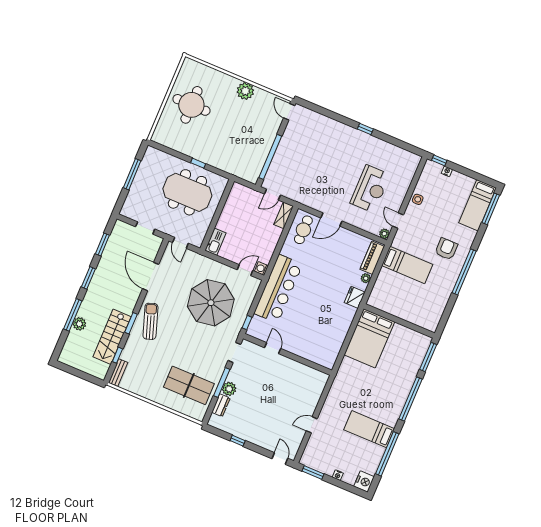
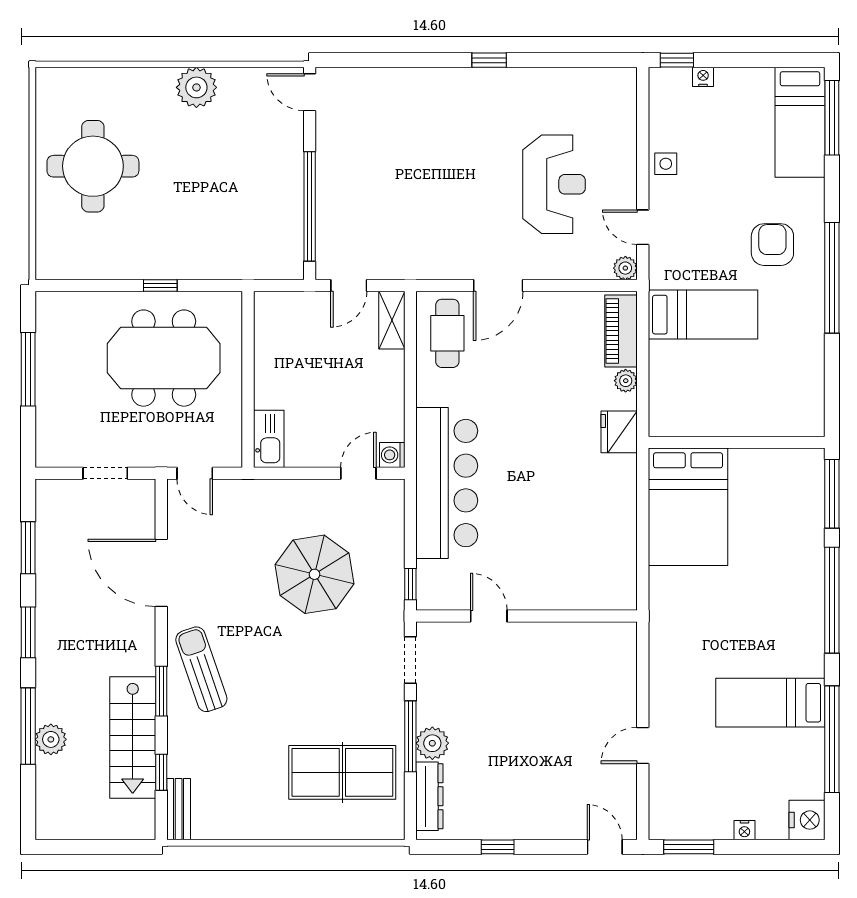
parasol: (211, 303) -> (315, 574), width x0.73, depth x0.73
dresser: (221, 405) -> (429, 796), width x1.44

